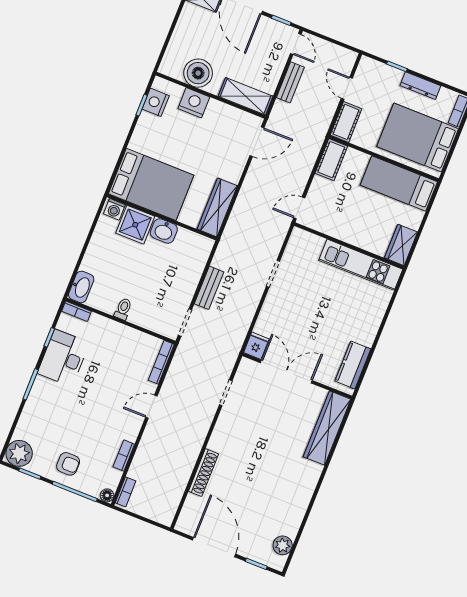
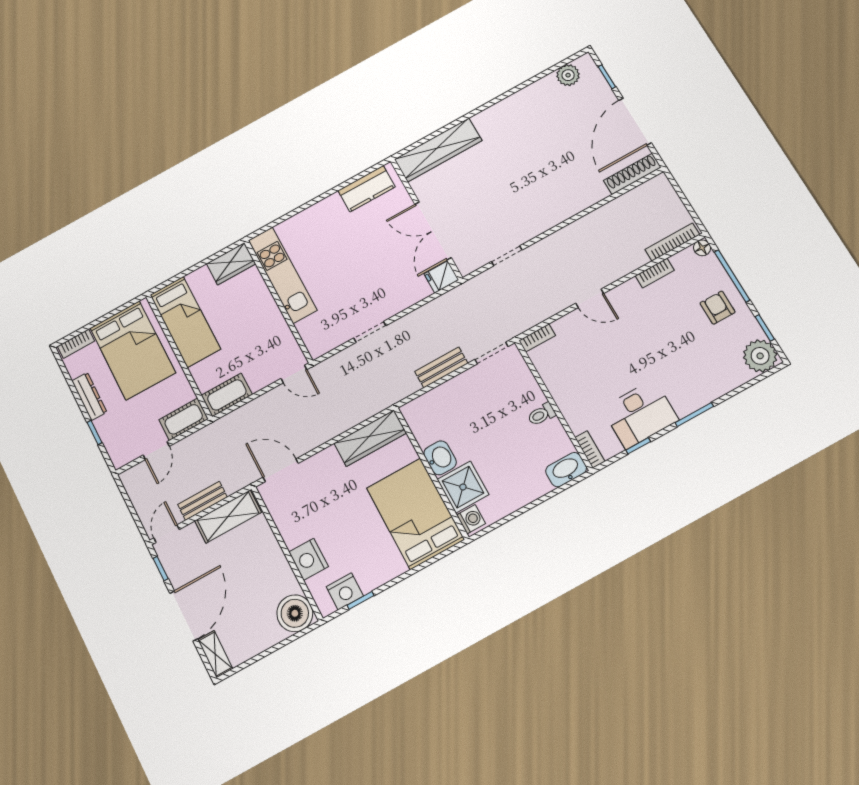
boiler: (198, 73) -> (295, 613), moved
shelving: (246, 96) -> (228, 516), moved, turned 90
bookcase: (161, 362) -> (537, 338), width x0.64
shoe rack: (203, 473) -> (632, 174), moved
bookcase: (126, 492) -> (672, 242), width x1.56

